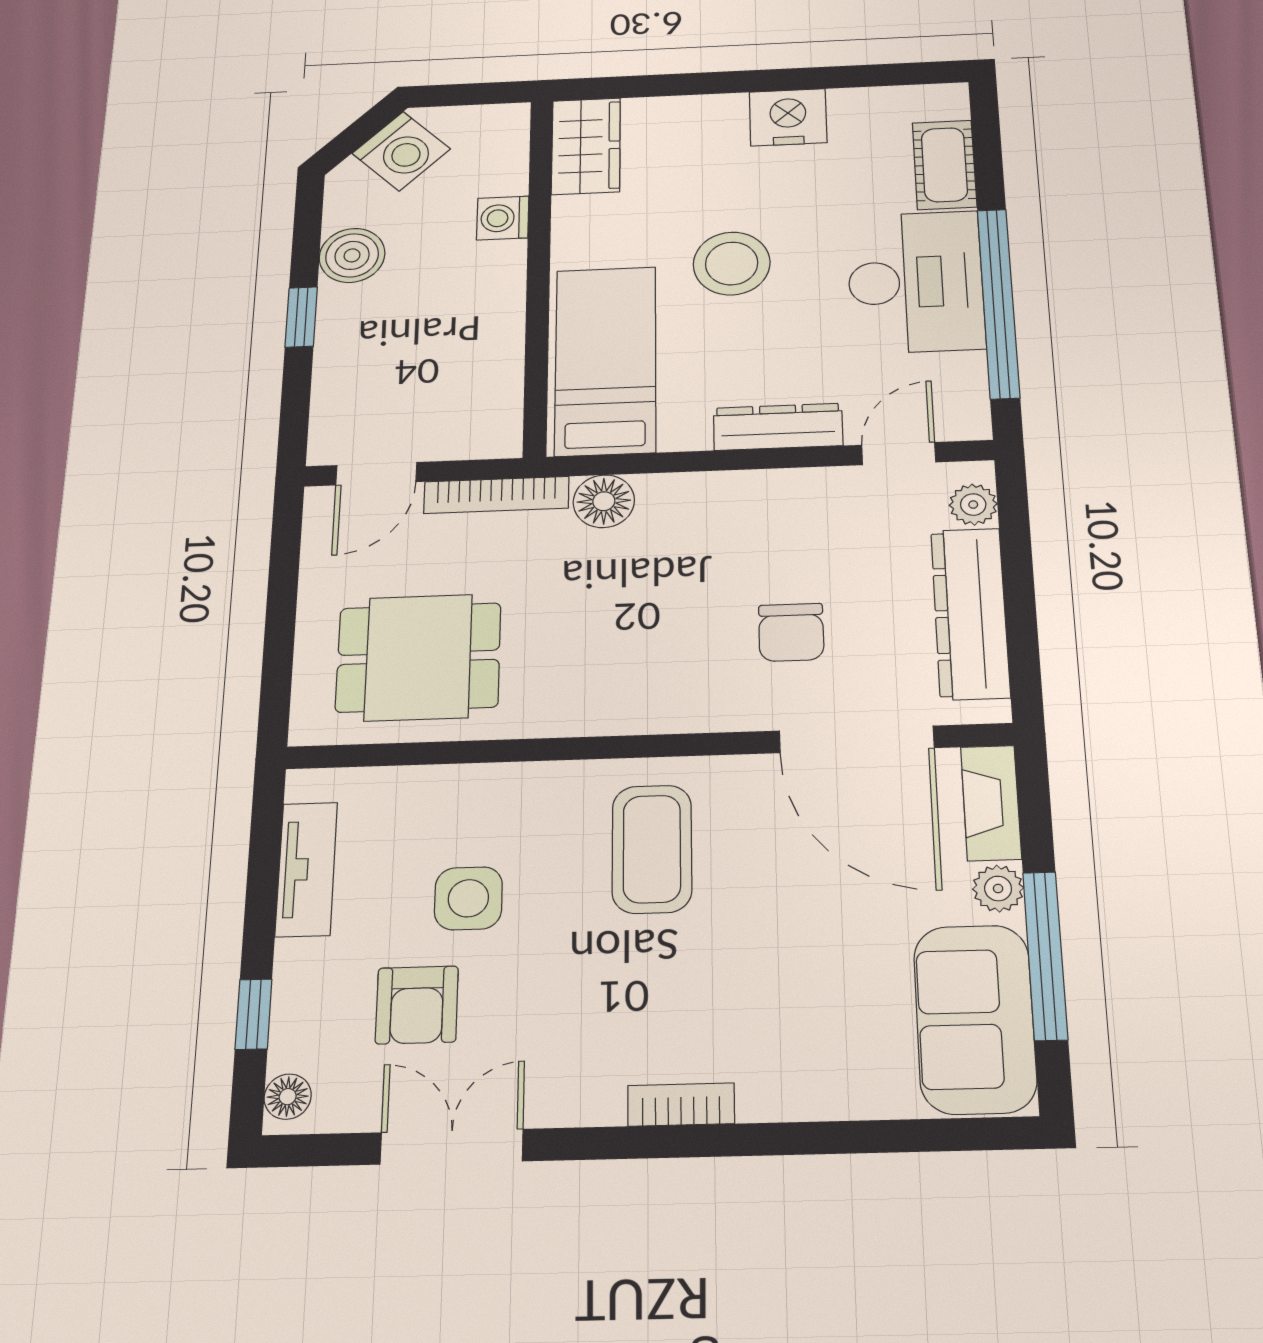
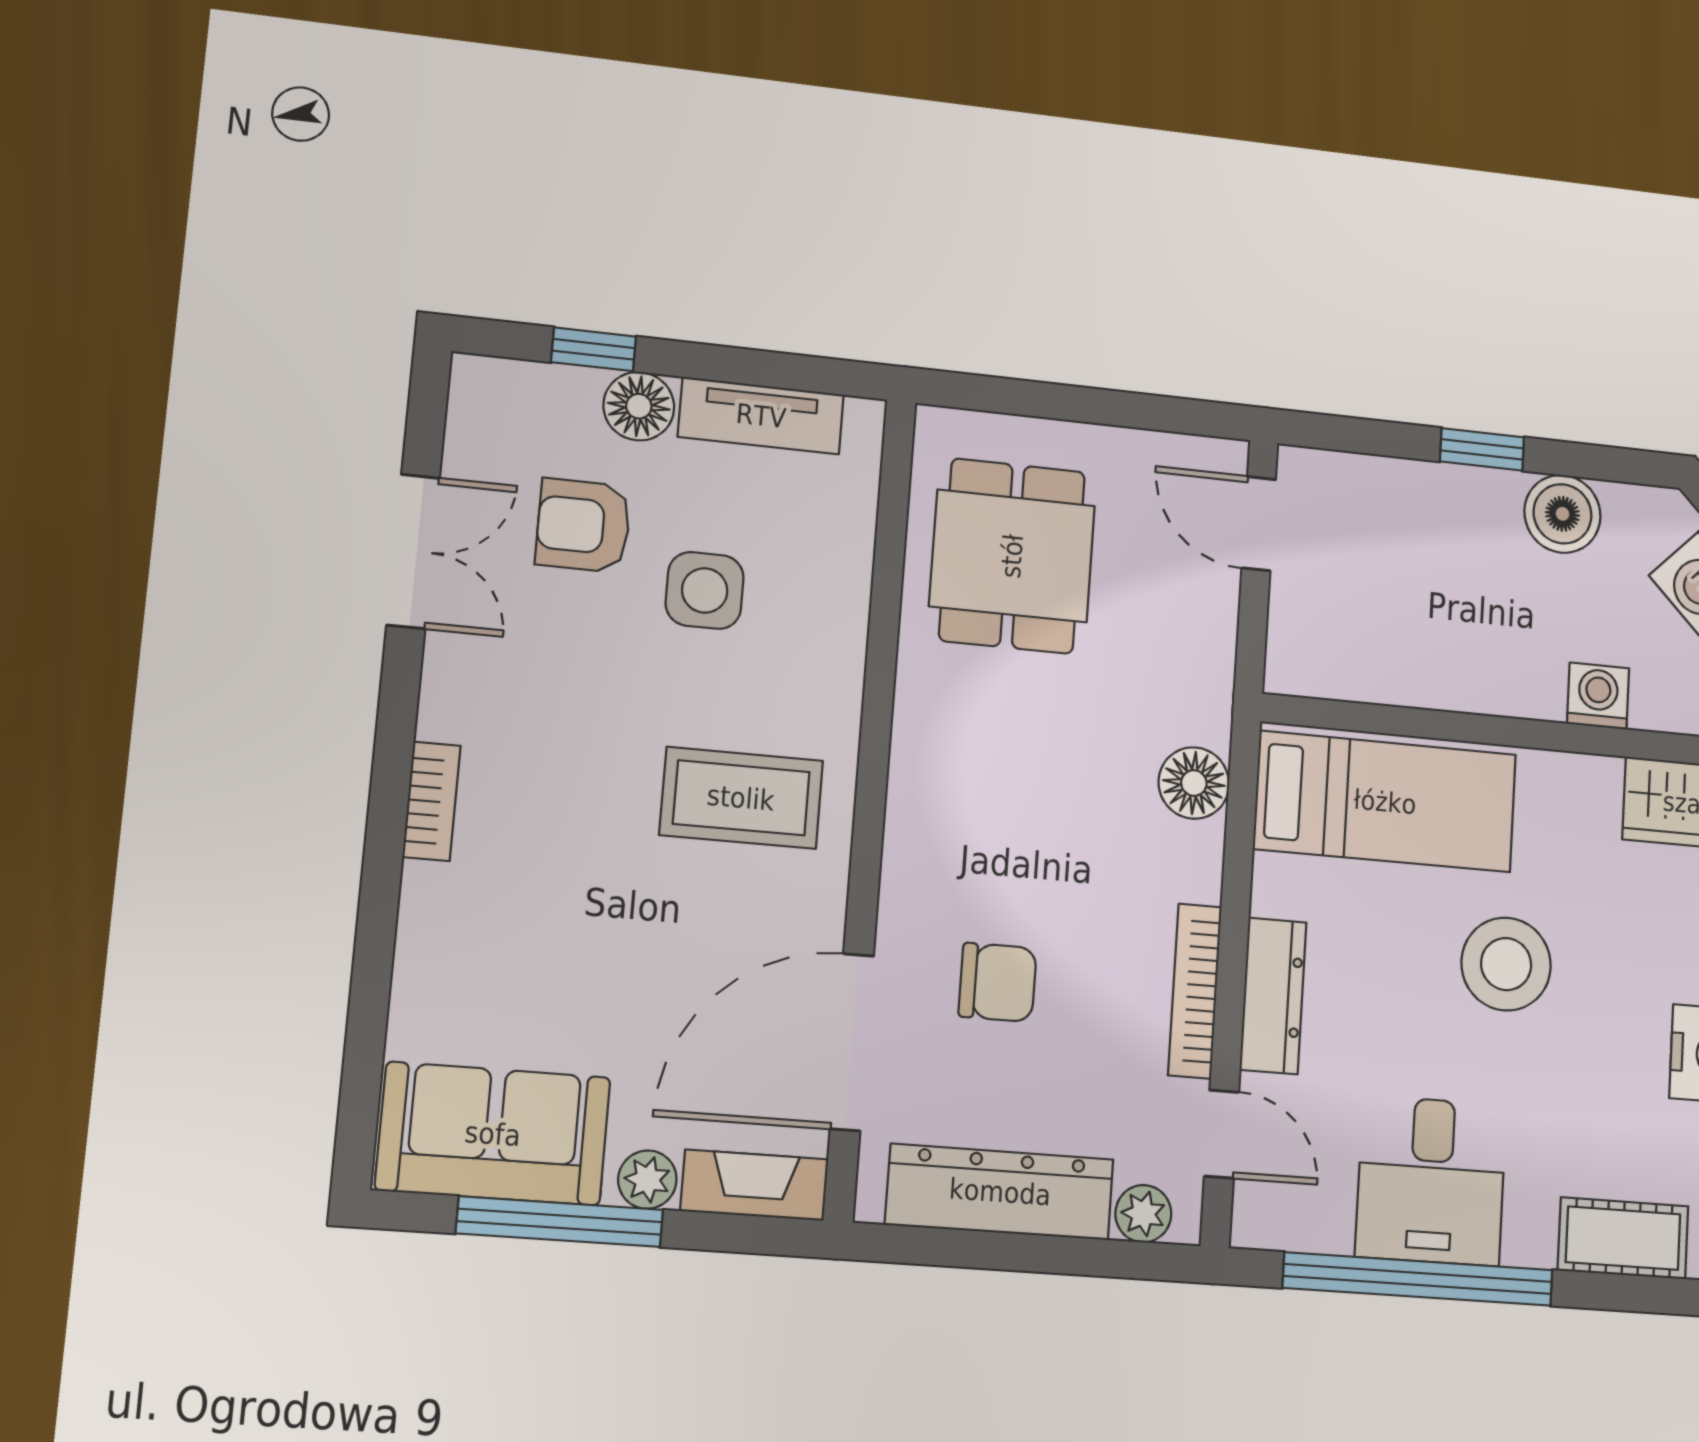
desk: (915, 282) -> (1431, 1181), width x0.73
bookcase: (496, 495) -> (1195, 991), moved
chair: (791, 632) -> (998, 982), turned 180
floor lamp: (288, 1097) -> (639, 406), moved, width x1.37, depth x1.37

